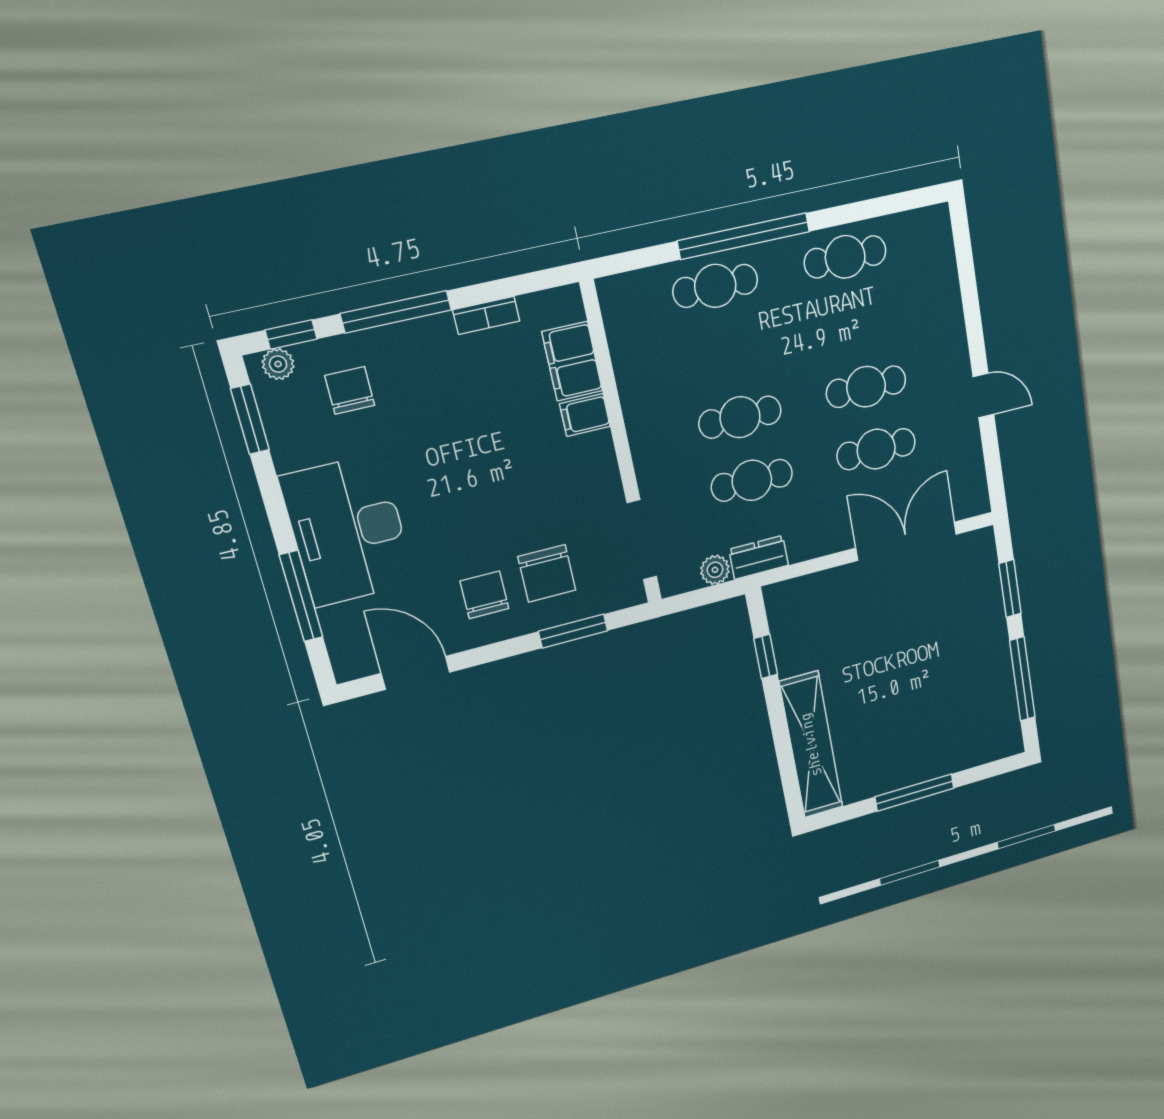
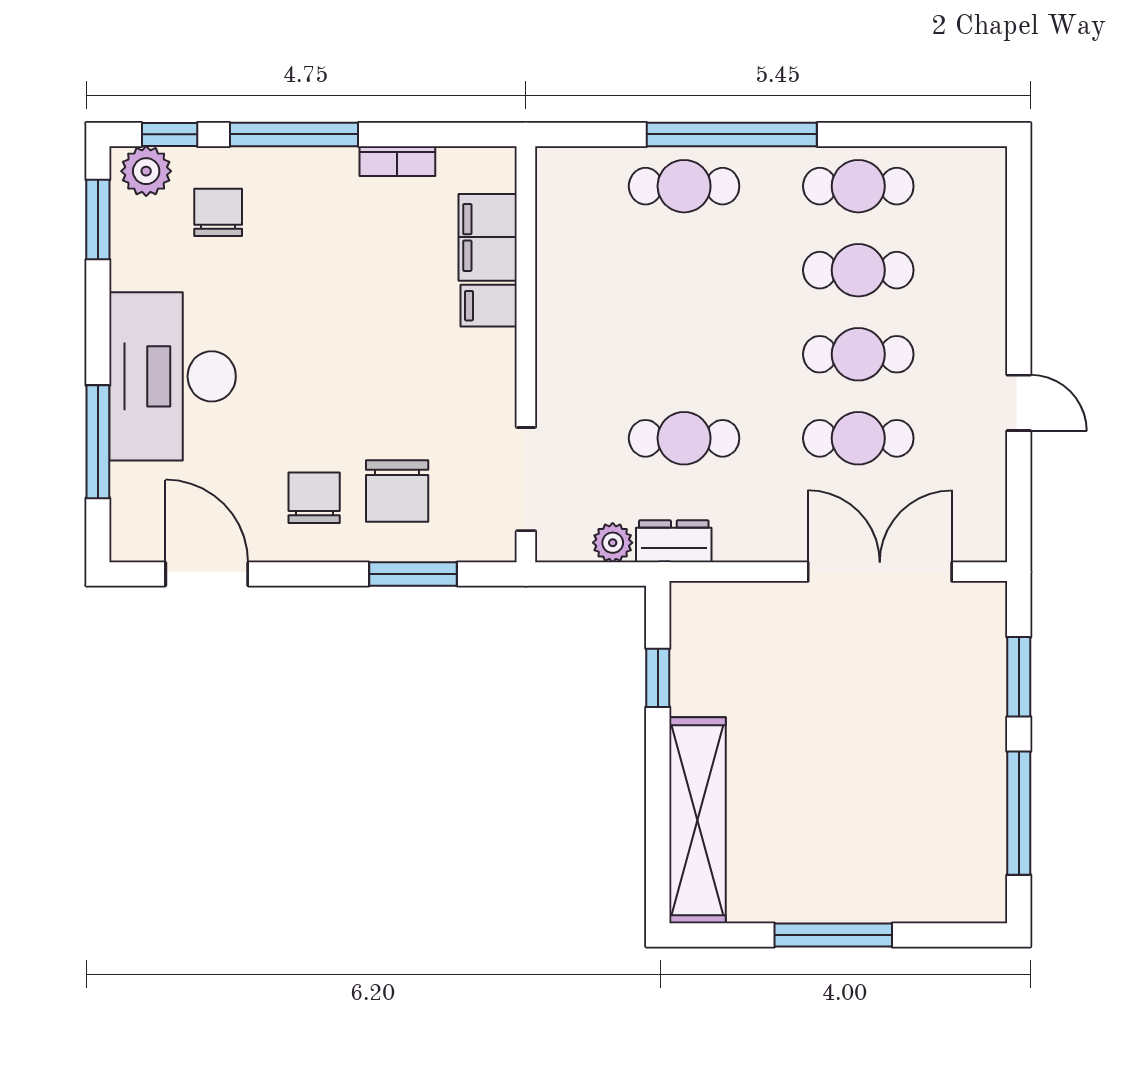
plant: (278, 364) -> (146, 171), width x1.38, depth x1.38
cafe table: (740, 417) -> (858, 270), moved

